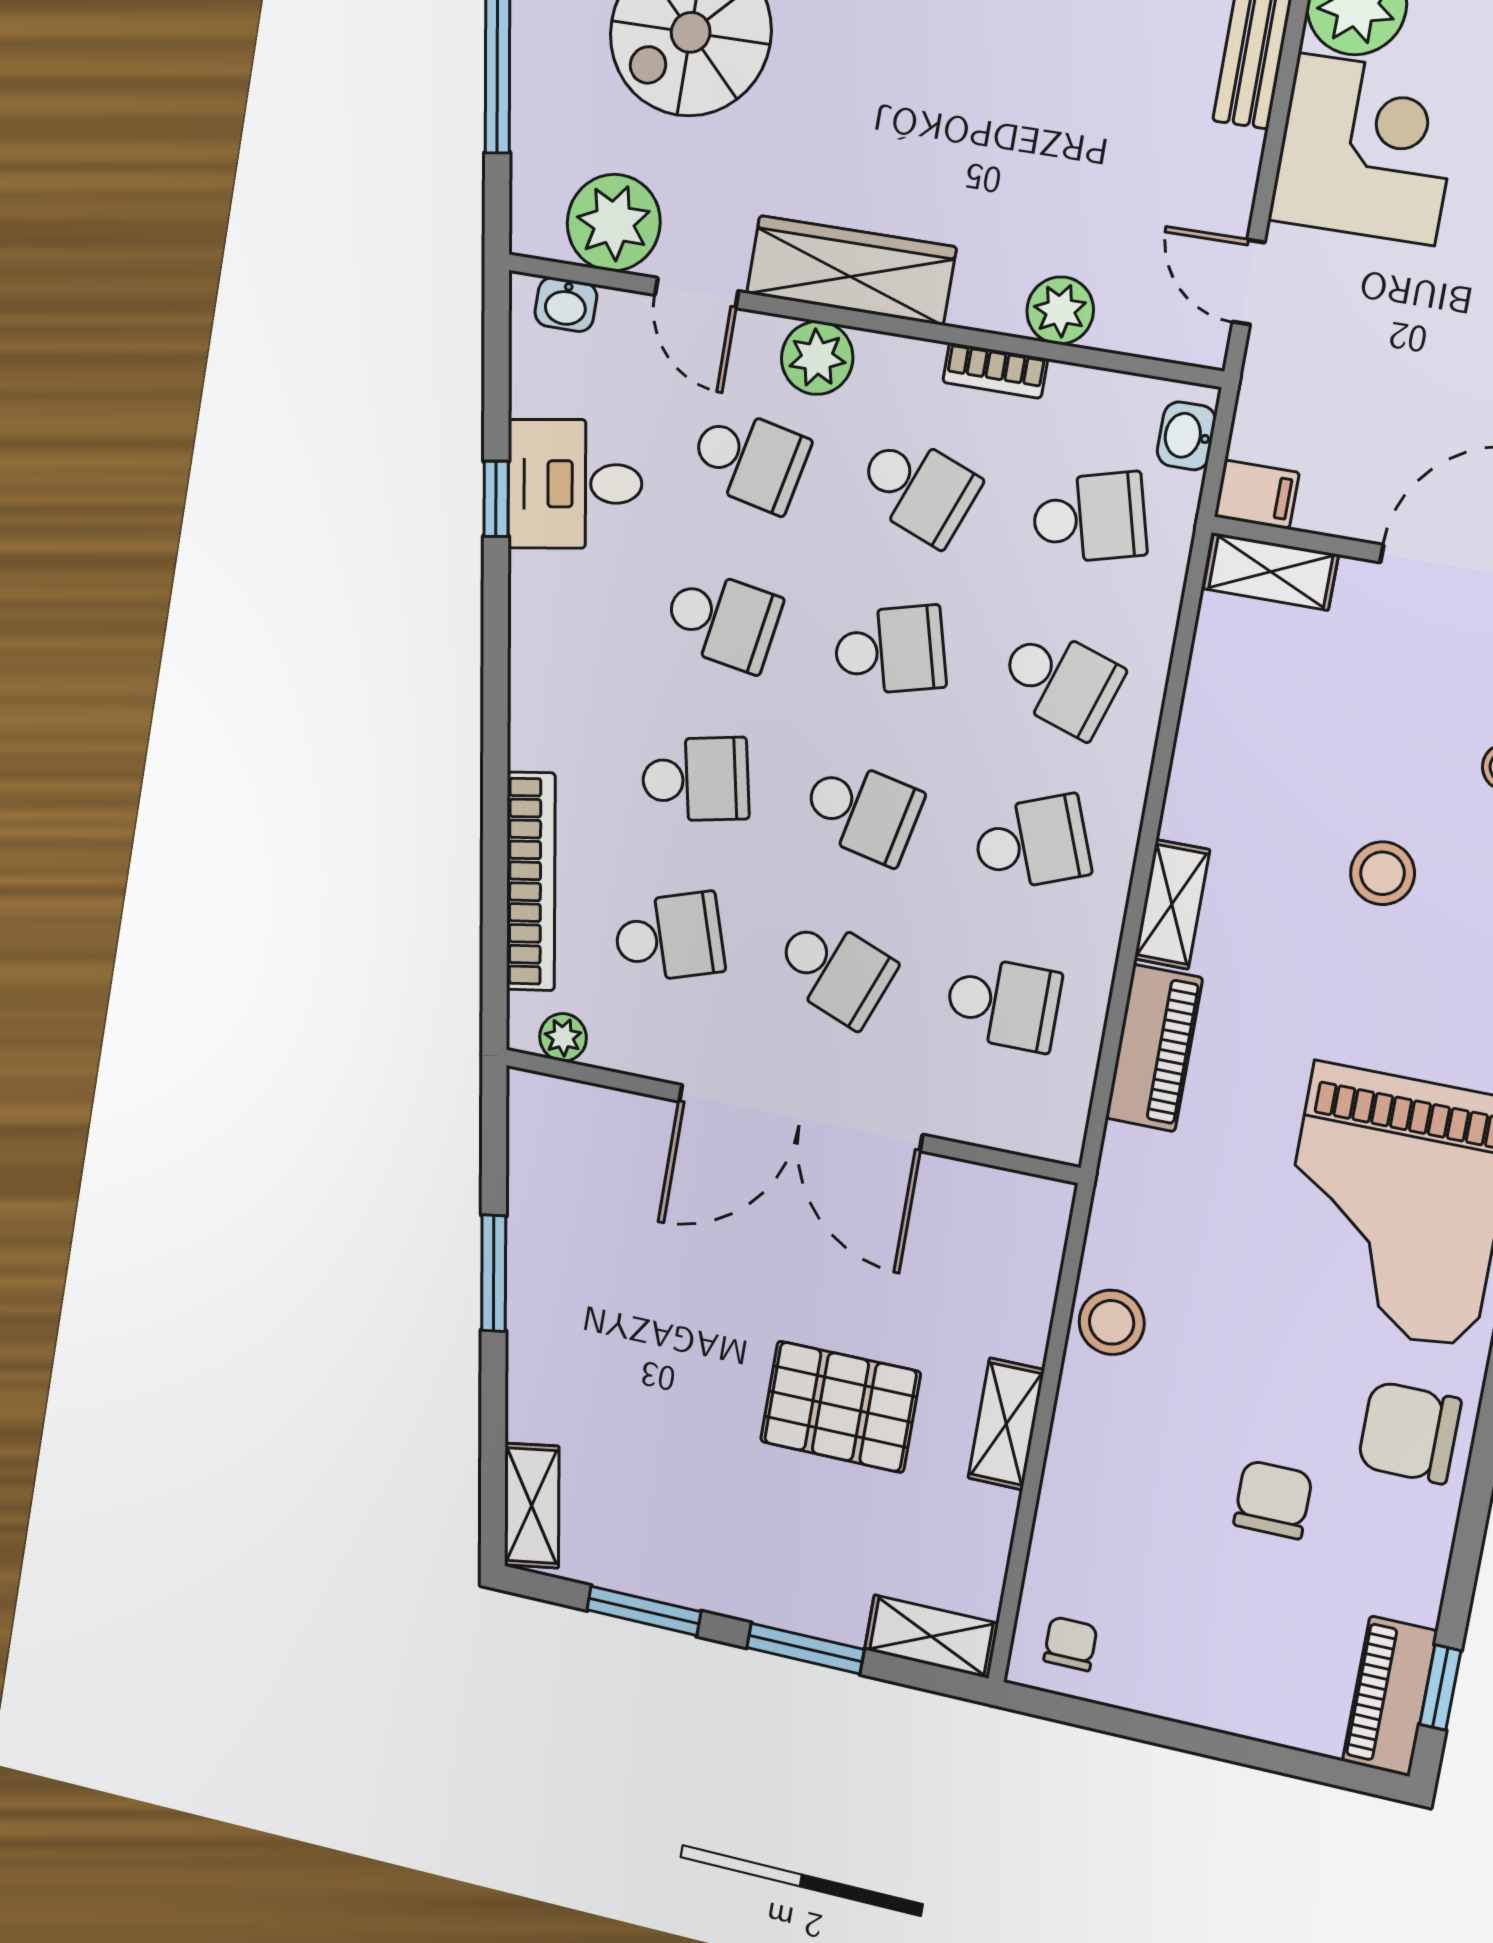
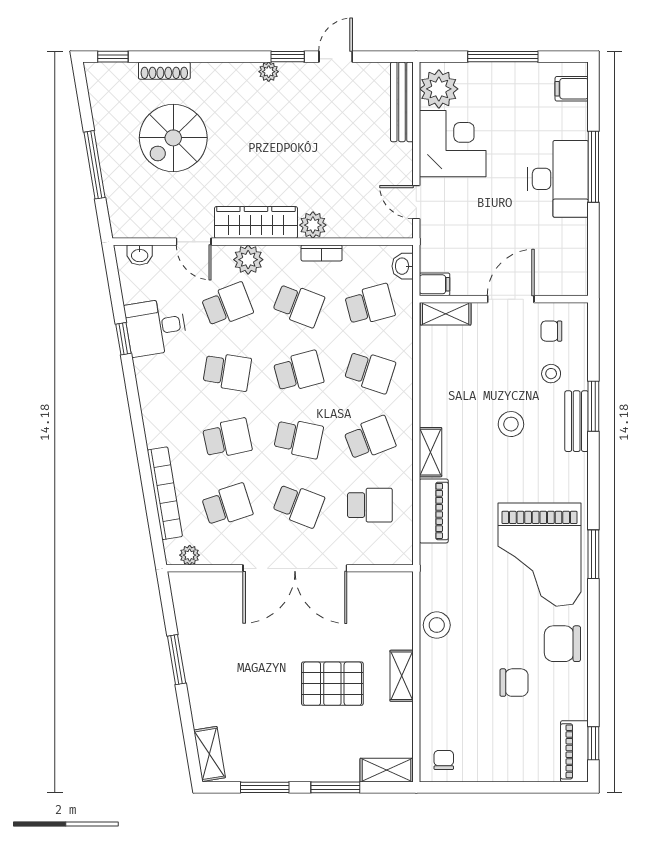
plant: (614, 223) -> (154, 219), removed
plant: (1060, 310) -> (313, 225), moved
school desk: (749, 459) -> (227, 305), turned -33
chair: (1273, 1500) -> (514, 683), turned 90

